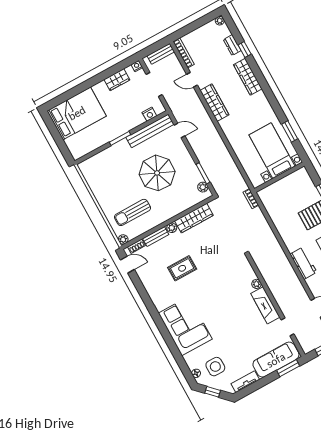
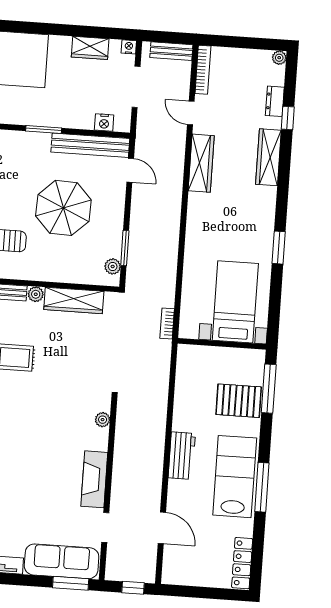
window: (290, 131) -> (279, 248), moved
bed with nightstands: (272, 151) -> (235, 302), moved
wall: (279, 177) -> (222, 344), moved
plant: (256, 284) -> (103, 420), moved

